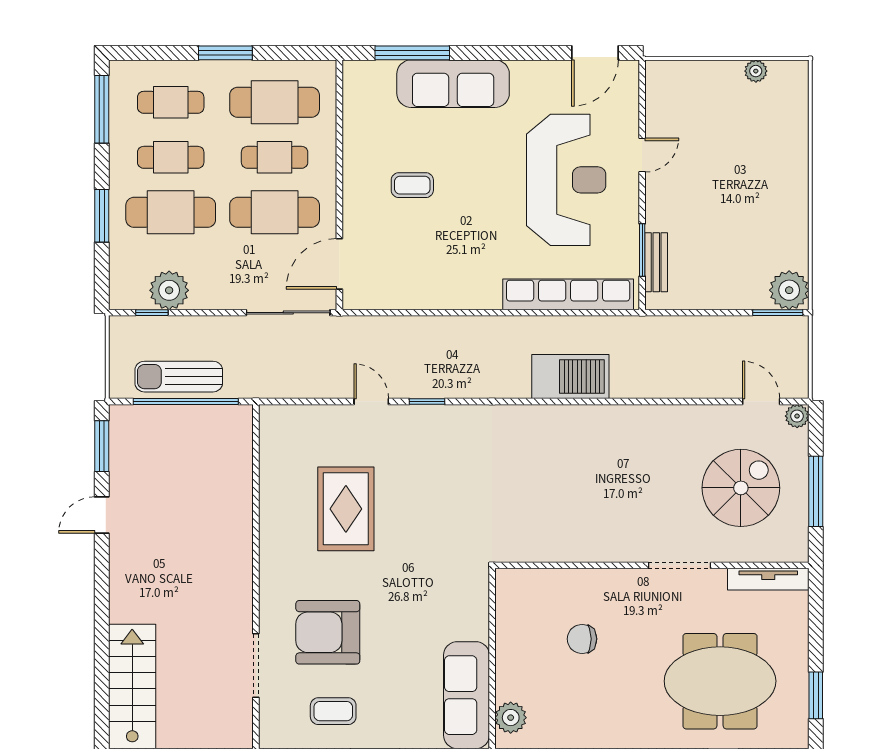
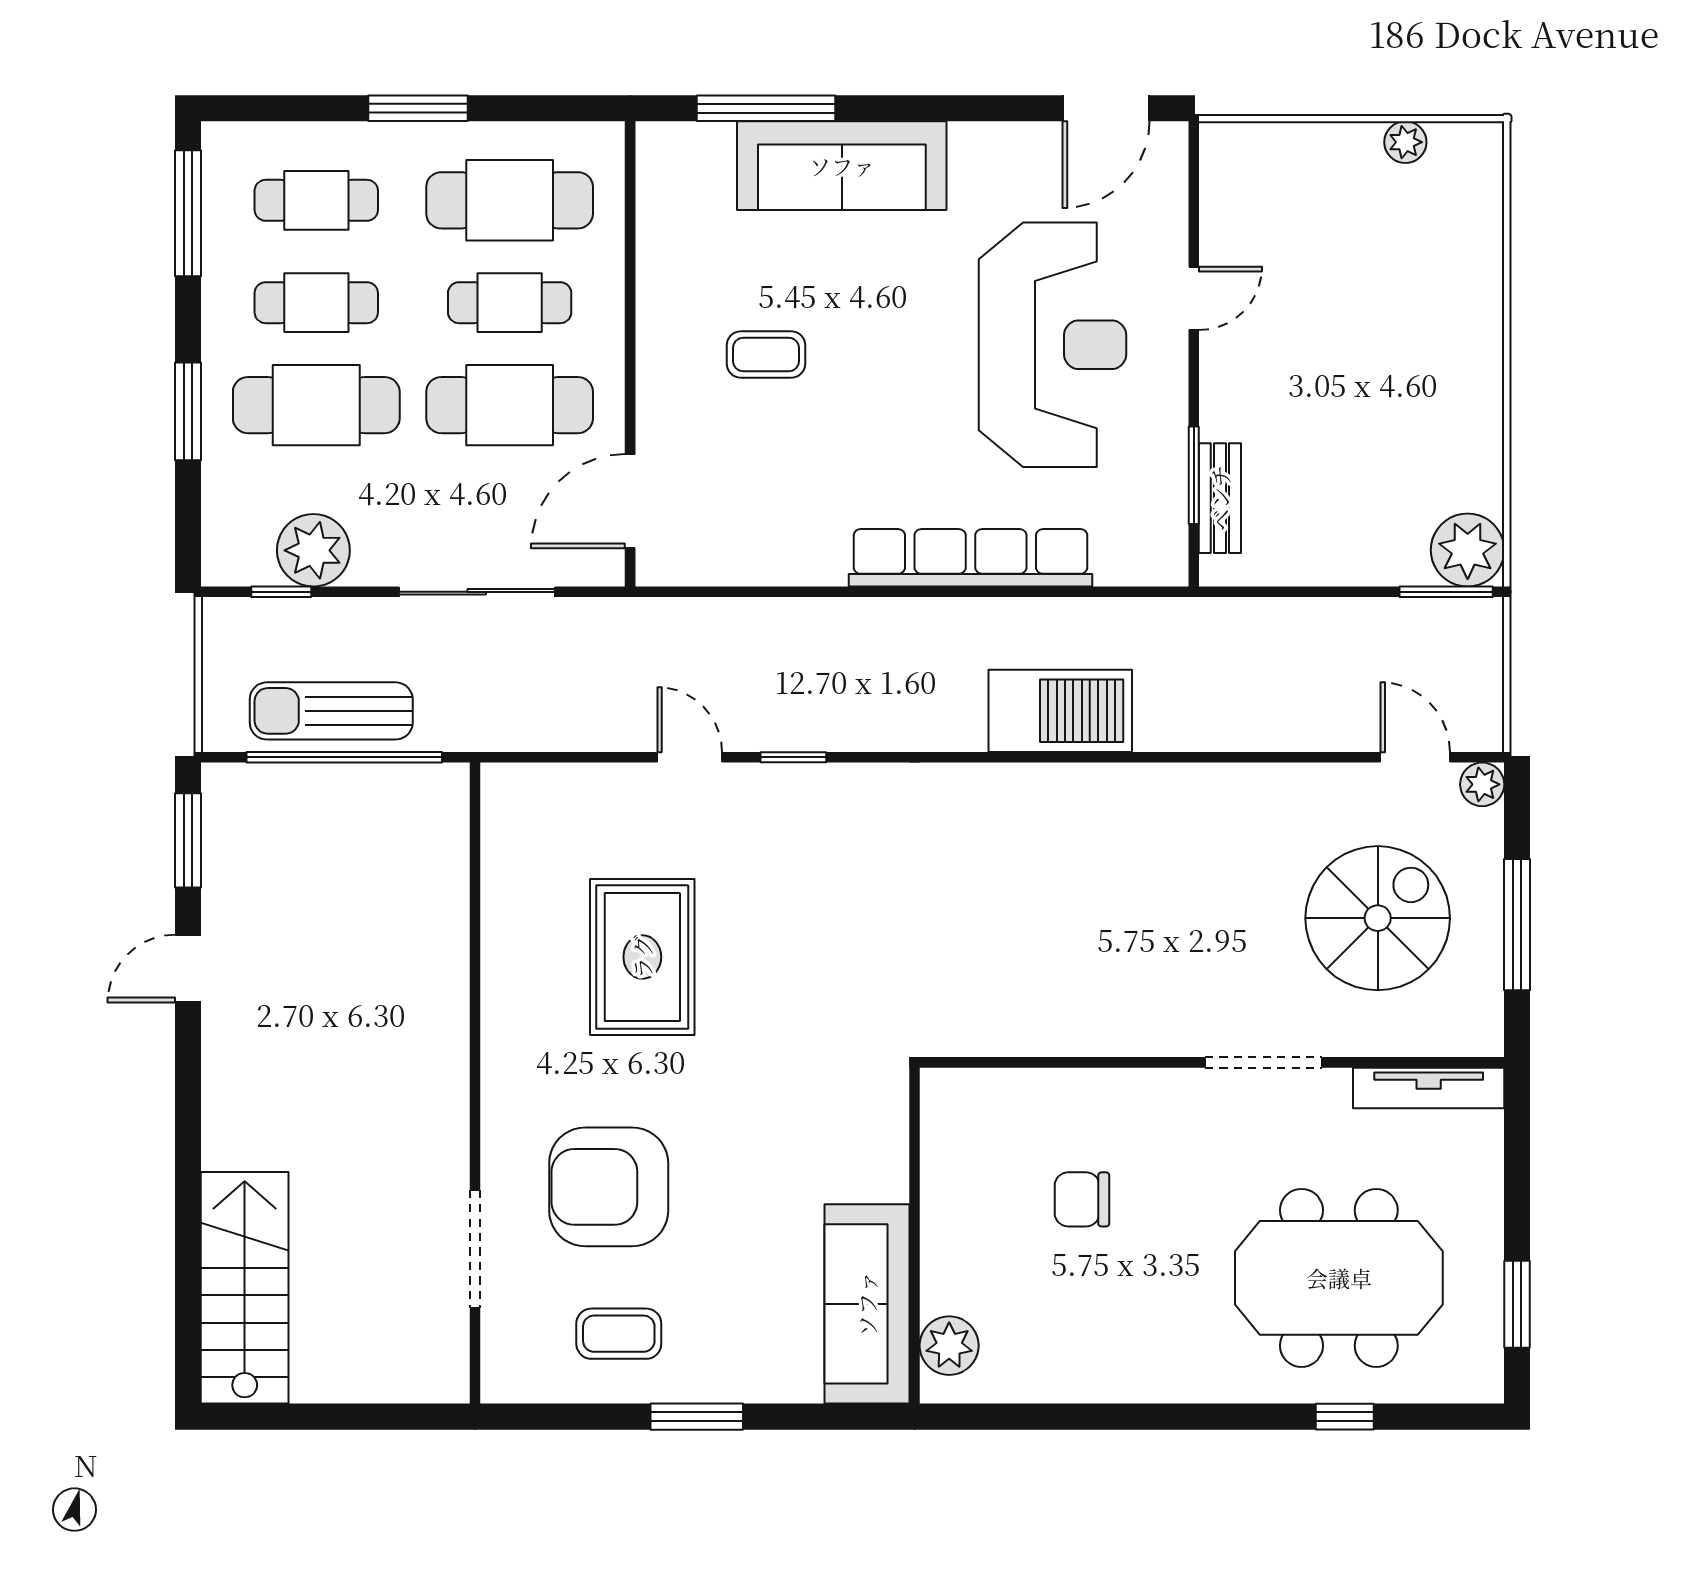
row of seats: (568, 294) -> (970, 558), moved
sliding door: (288, 313) -> (477, 592), moved

